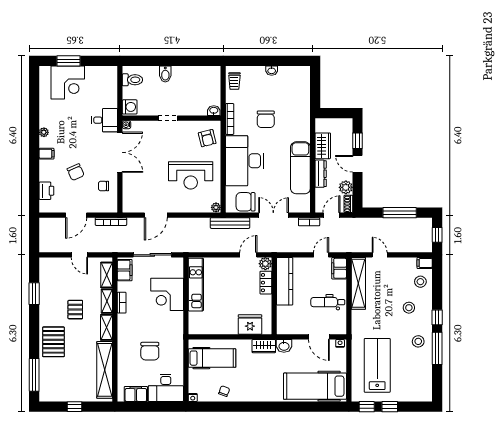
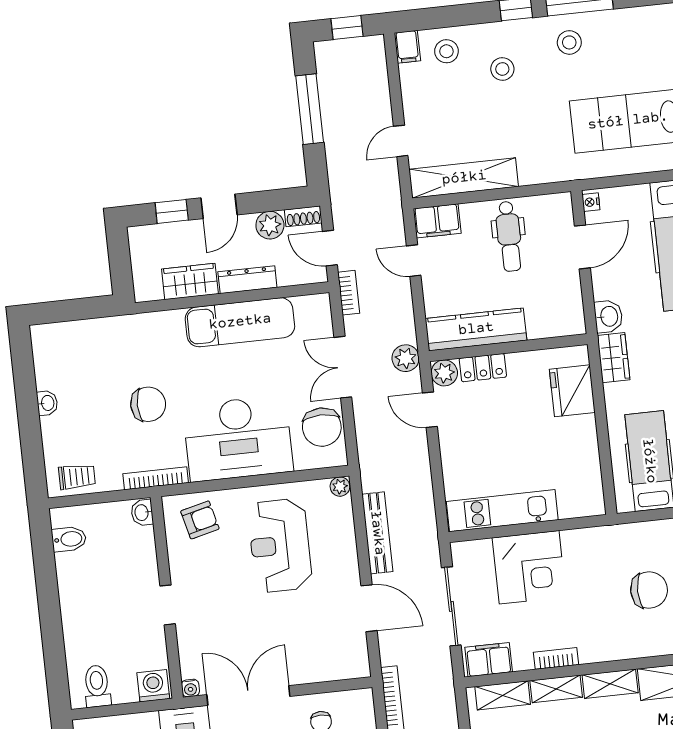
bidet: (165, 74) -> (69, 539), moved
reception desk: (191, 175) -> (280, 545), turned 180
bench: (230, 223) -> (377, 533), moved
plant: (274, 246) -> (406, 358), added

